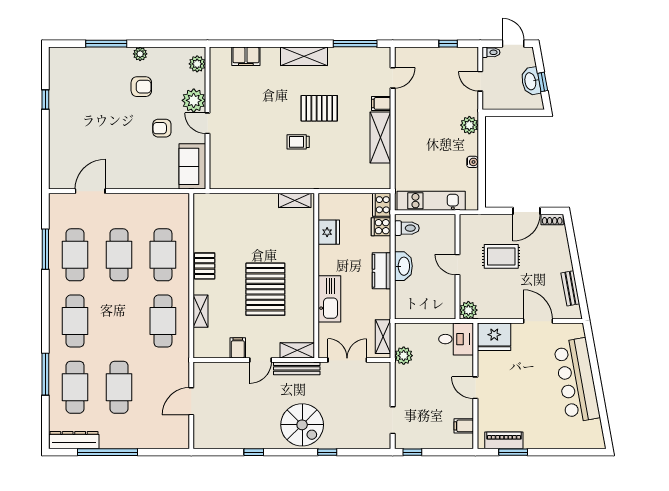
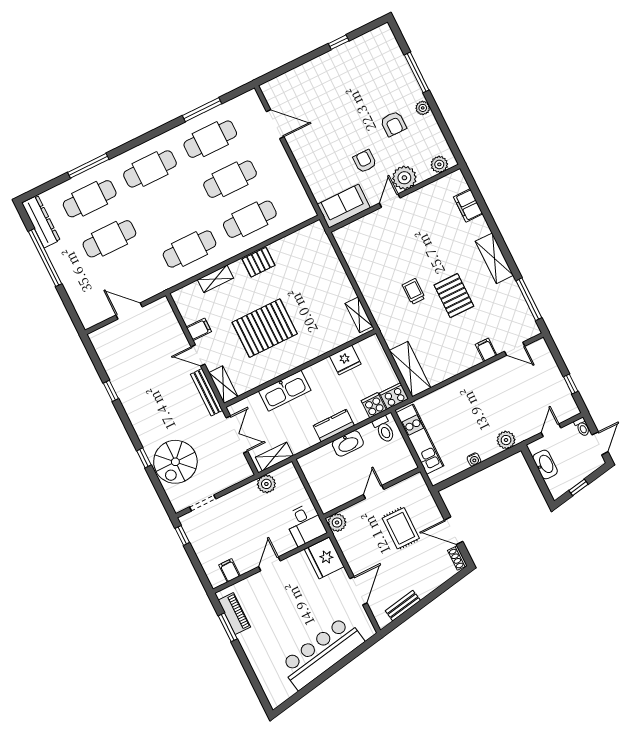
washbasin: (531, 81) -> (545, 464), moved, turned 100
shelving: (380, 138) -> (410, 369), moved, turned 90
spiral stairs: (302, 425) -> (175, 462), moved

